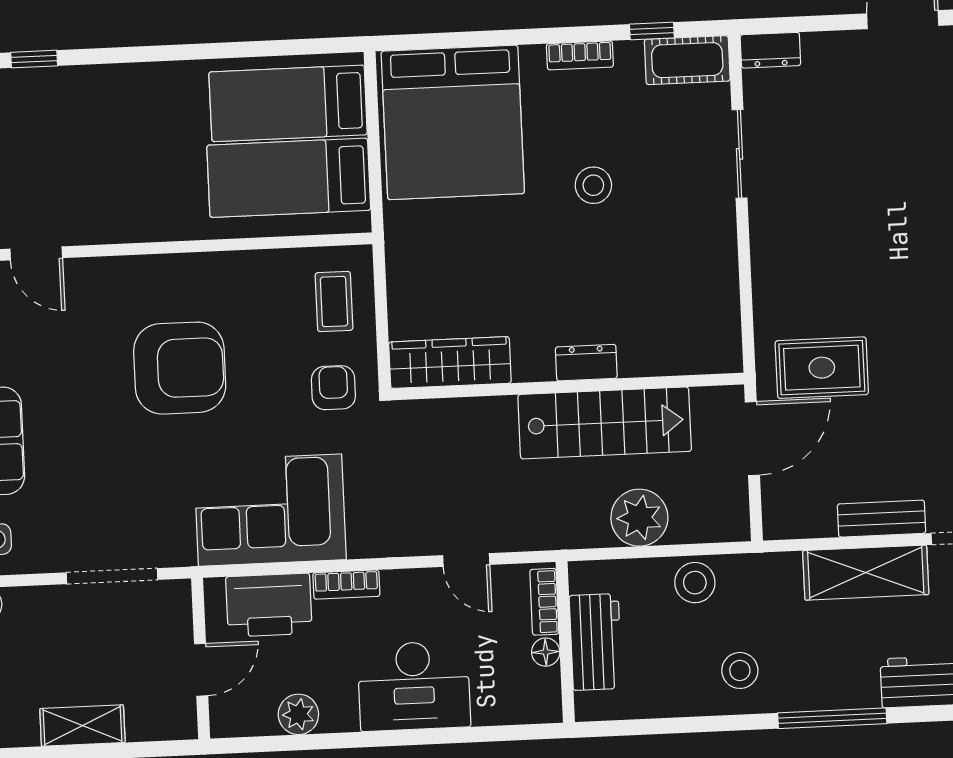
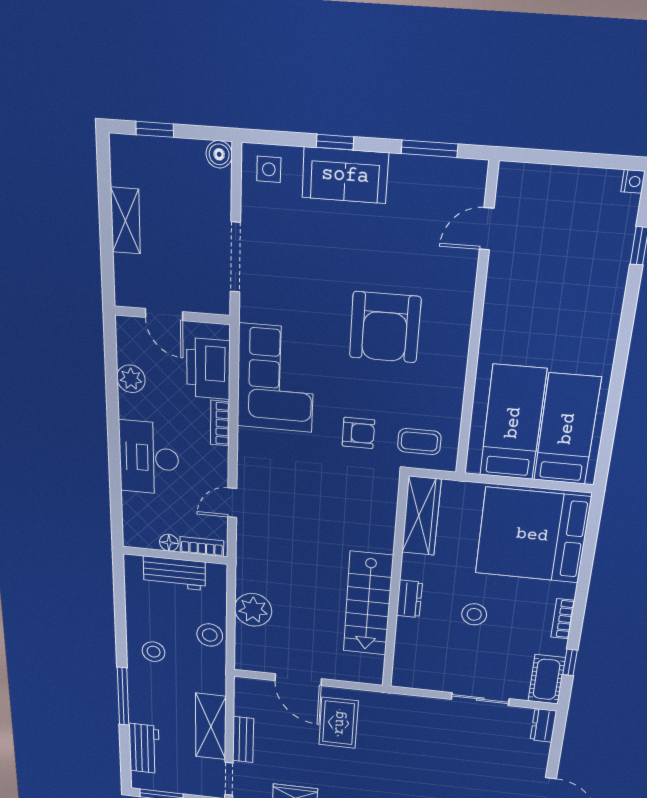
wardrobe: (450, 363) -> (421, 516), moved
dresser: (586, 363) -> (409, 599), moved
wall: (567, 386) -> (395, 585), moved
stairs: (605, 423) -> (368, 604), moved

